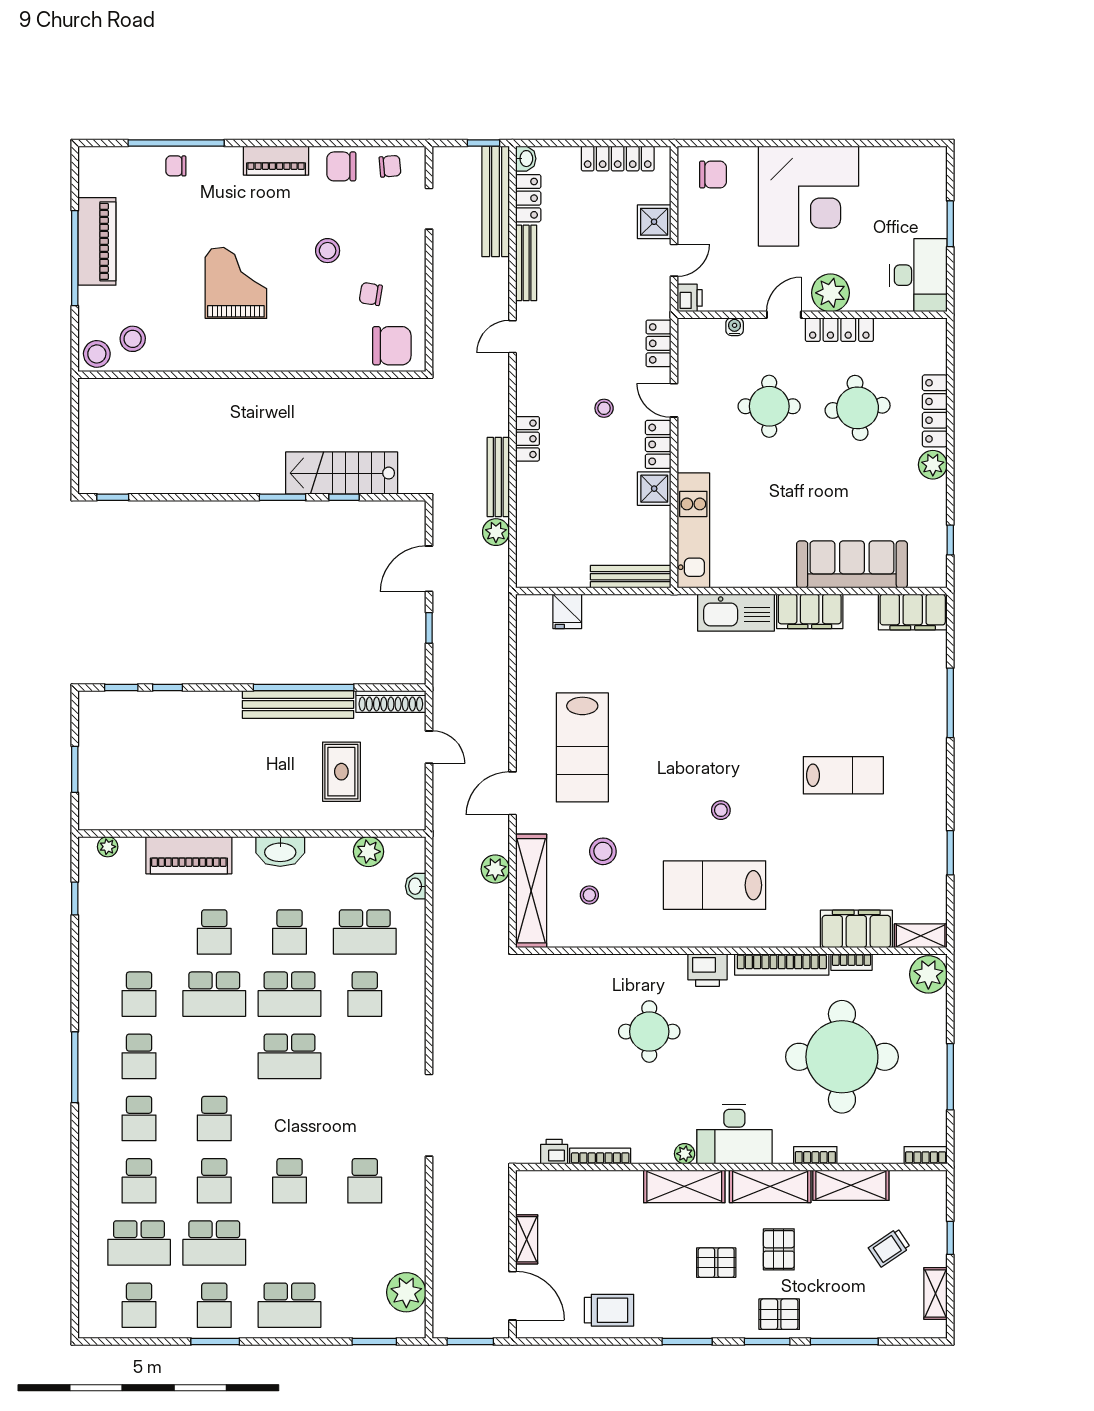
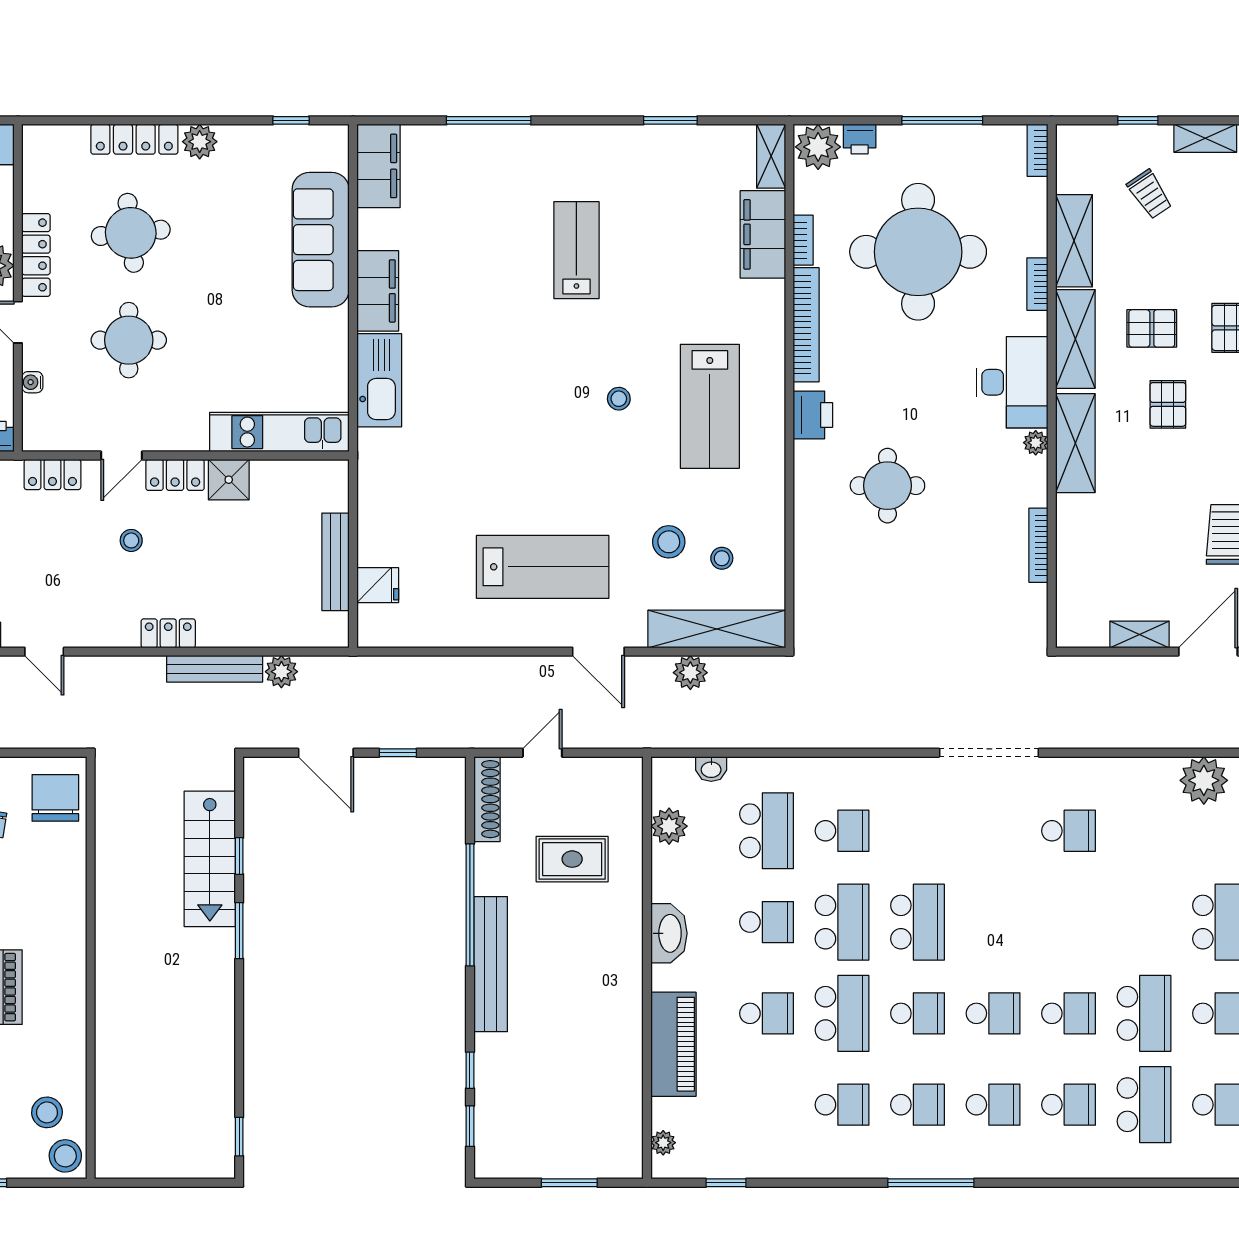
bench: (631, 577) -> (336, 562), moved
bench: (298, 704) -> (491, 964), moved
printer: (554, 1152) -> (860, 139), moved, turned -90
school desk: (290, 1181) -> (918, 1013), moved

